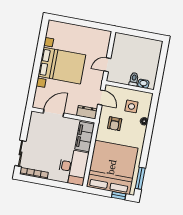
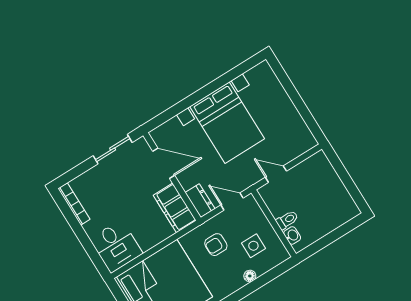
door: (101, 97) -> (232, 202), swing flipped
filing cabinet: (85, 137) -> (175, 208), moved, turned -90
sliding door: (21, 153) -> (113, 149), moved
desk: (73, 167) -> (116, 246), width x0.73

